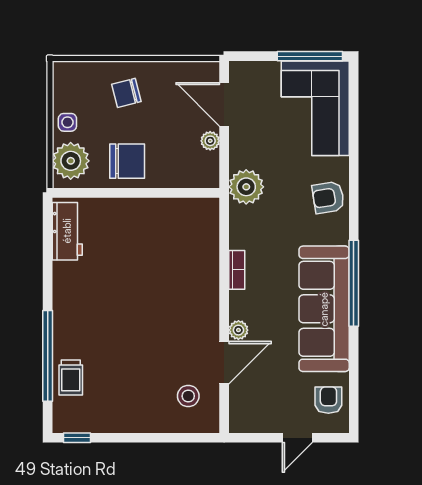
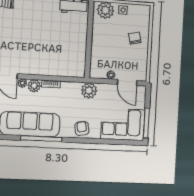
door: (224, 104) -> (127, 82), swing flipped
chair: (127, 161) -> (104, 36), removed
plant: (243, 305) -> (34, 86), added

